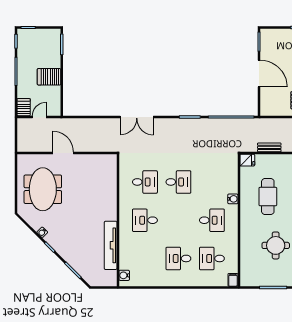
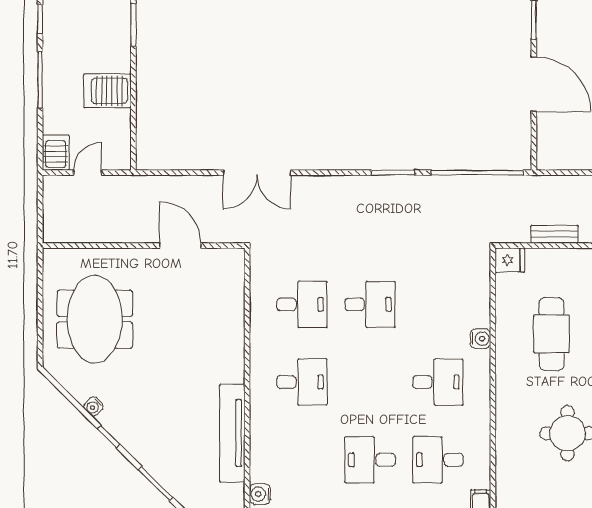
double door: (137, 117) -> (257, 173), moved
door: (63, 153) -> (180, 246), moved
desk: (145, 220) -> (302, 382), turned 180

